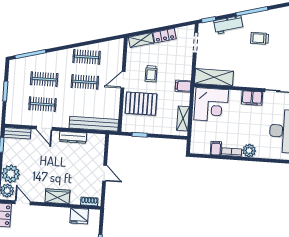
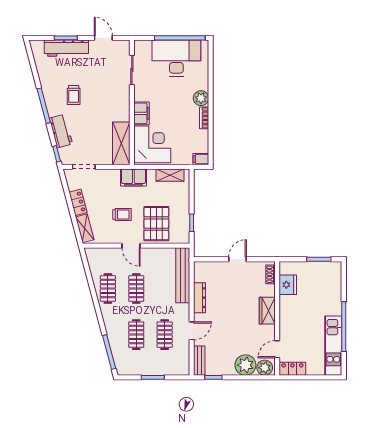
filing cabinet: (183, 86) -> (133, 178), width x2.00
filing cabinet: (252, 98) -> (141, 113), moved
filing cabinet: (216, 148) -> (201, 159), moved

